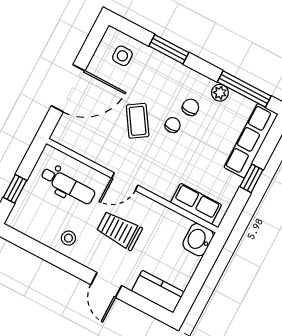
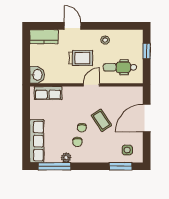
window: (169, 49) -> (121, 166), moved
window: (251, 178) -> (26, 122), removed

